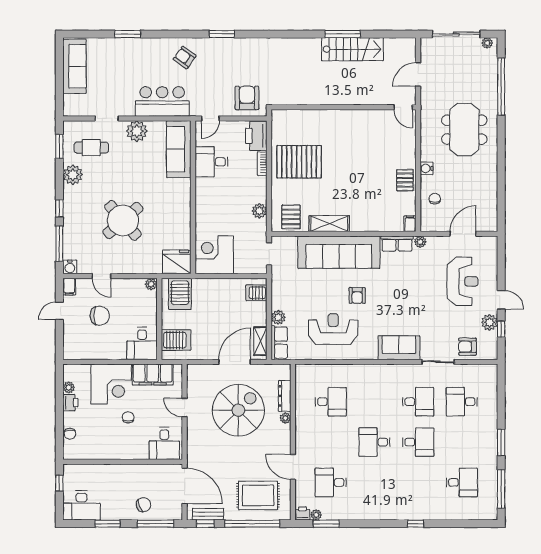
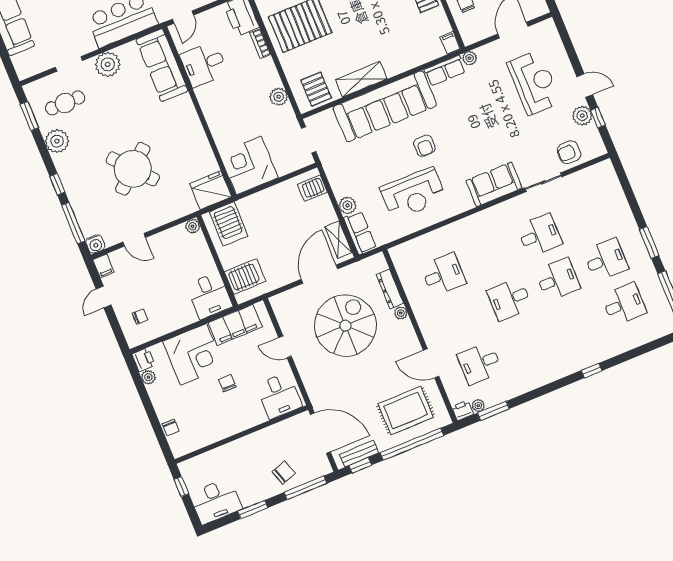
chair: (100, 316) -> (140, 317), moved, width x0.54, depth x0.54
reception desk: (333, 329) -> (413, 193), turned 180
desk: (462, 402) -> (606, 260), moved, turned 180
printer: (70, 403) -> (143, 360), moved

